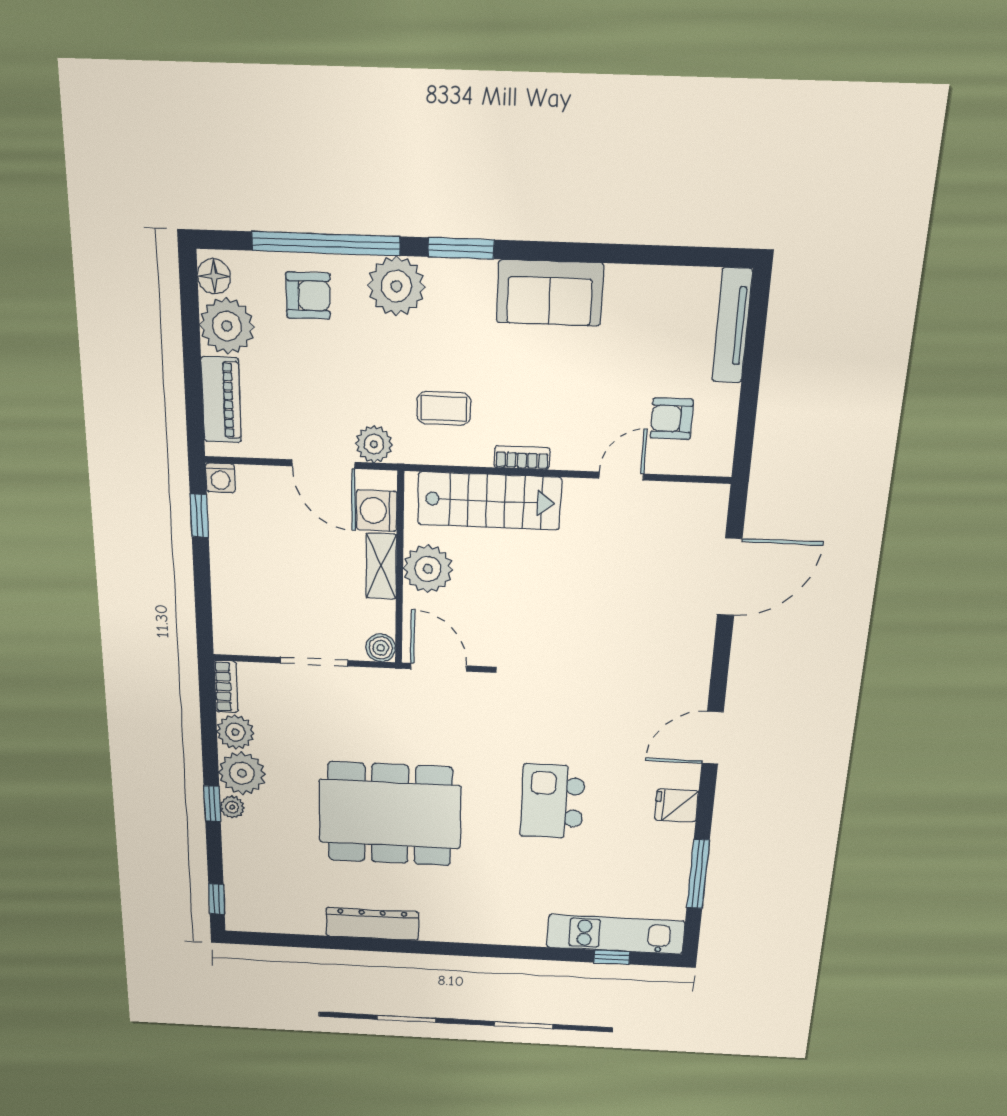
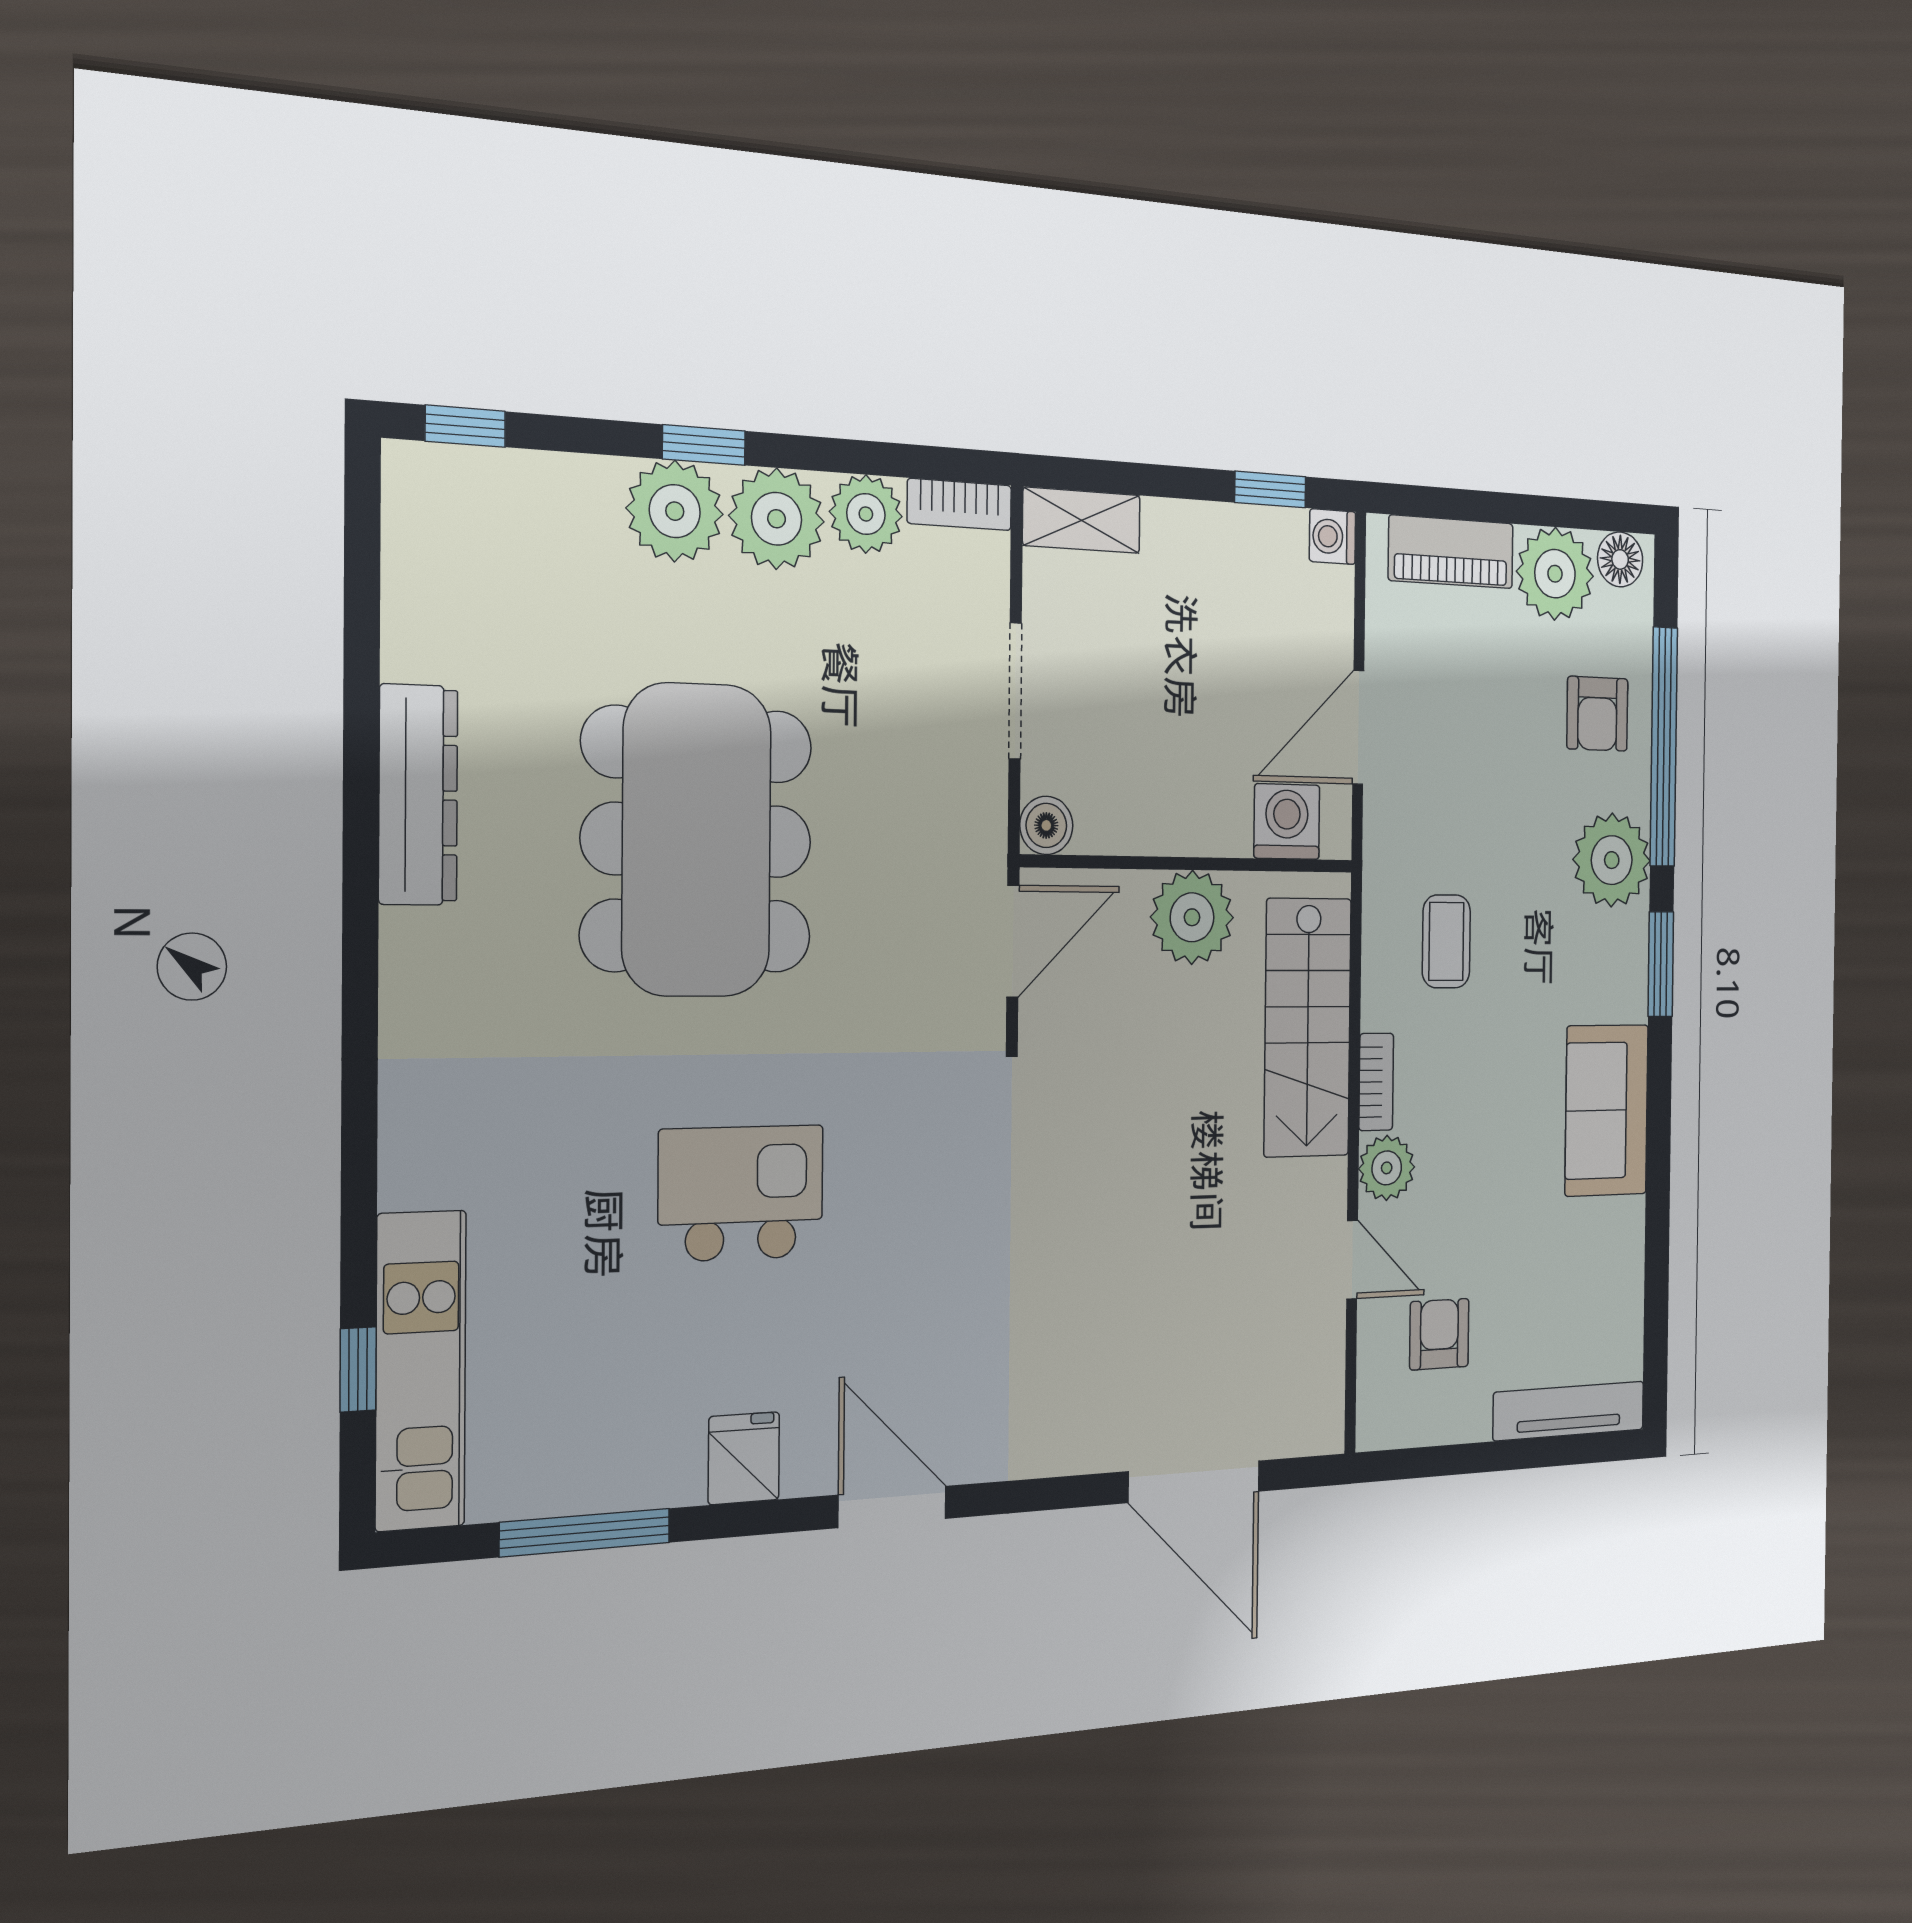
plant: (374, 444) -> (1387, 1168), moved
shelving: (381, 566) -> (1082, 520), moved
plant: (232, 807) -> (675, 511), width x1.87, depth x1.87

